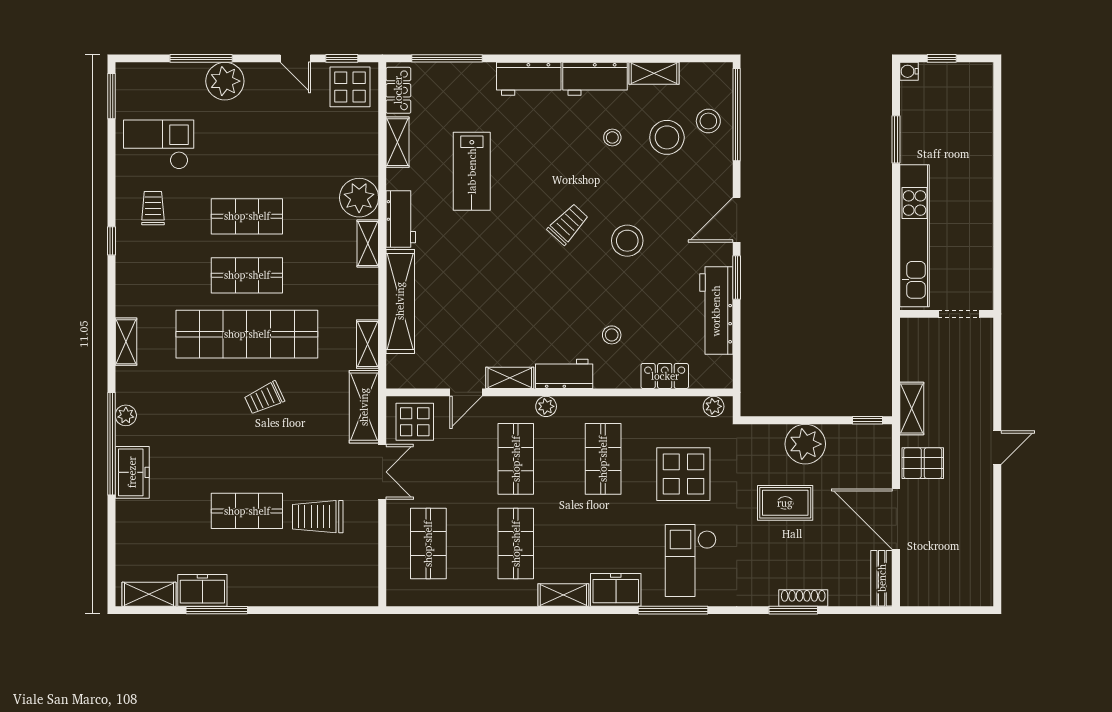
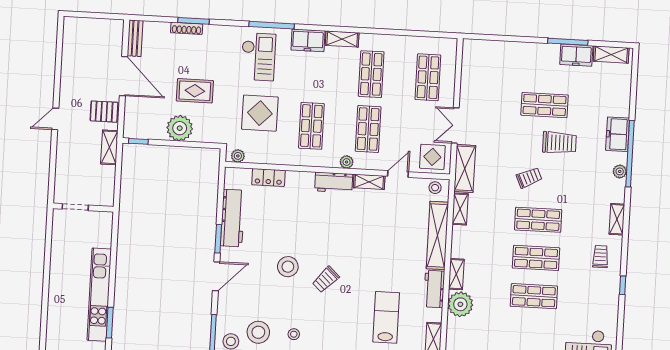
trolley: (153, 208) -> (600, 257), moved, turned 180
kitchen unit: (915, 236) -> (99, 295), moved
shop shelf: (247, 334) -> (538, 220), width x0.50, depth x0.74
stool: (612, 335) -> (435, 188), moved
trolley: (318, 517) -> (559, 143), moved

